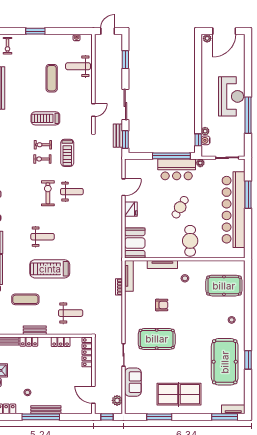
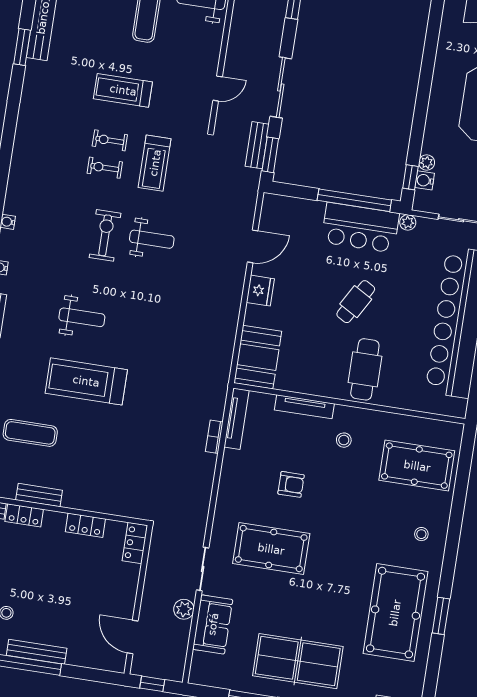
weight bench: (71, 313) -> (113, 473), removed
locker: (87, 352) -> (135, 543), width x0.66
plant: (117, 400) -> (184, 609), moved

